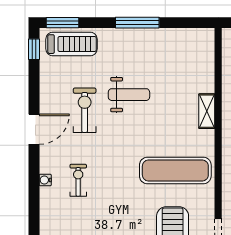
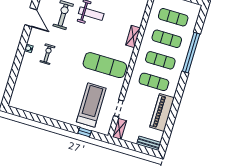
door: (34, 129) -> (31, 17), hinge flipped

